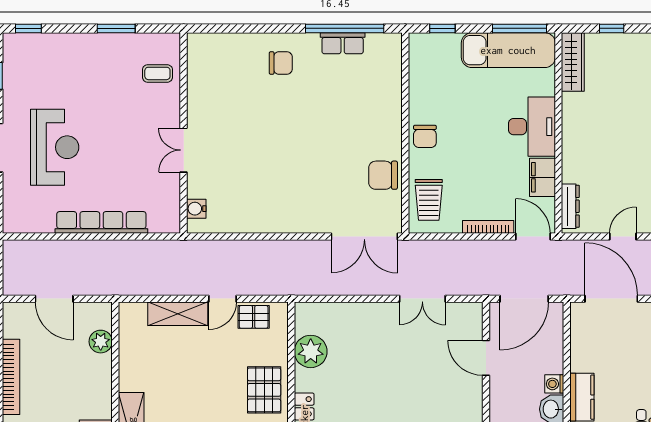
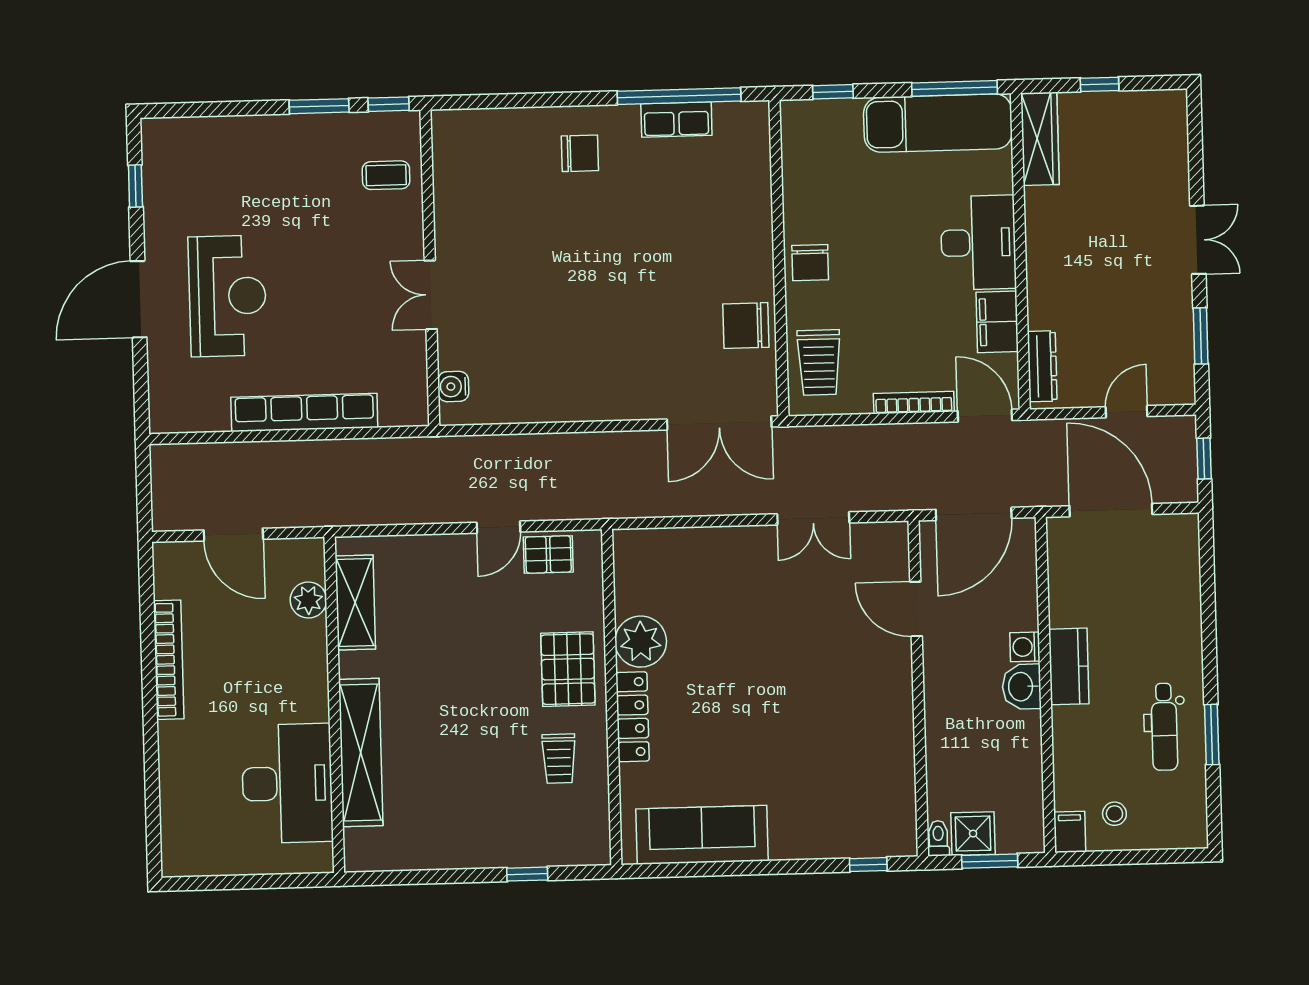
window: (28, 28) -> (389, 104), moved
shelving: (178, 314) -> (355, 603), moved, turned 90
plant: (311, 351) -> (641, 642), moved

